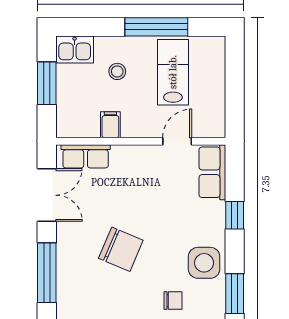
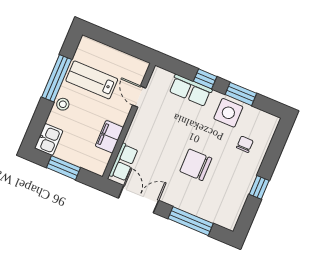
stool: (117, 71) -> (63, 104), moved
filing cabinet: (110, 125) -> (109, 137), width x2.00
row of seats: (212, 172) -> (190, 90), moved
chair: (121, 249) -> (196, 165), turned -113
window: (235, 294) -> (241, 94), moved

